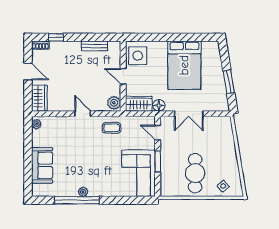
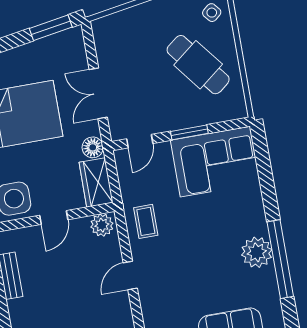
window: (229, 82) -> (51, 28), moved
double door: (189, 114) -> (98, 93), swing flipped
cafe table: (195, 173) -> (198, 65), turned 52
plant: (83, 192) -> (257, 252), width x1.88, depth x1.88

